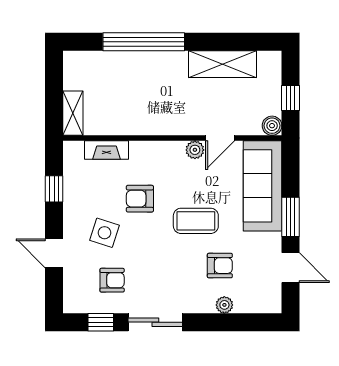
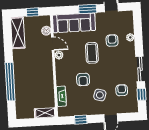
shelving: (222, 64) -> (18, 33), moved
boiler: (272, 126) -> (46, 31), moved

